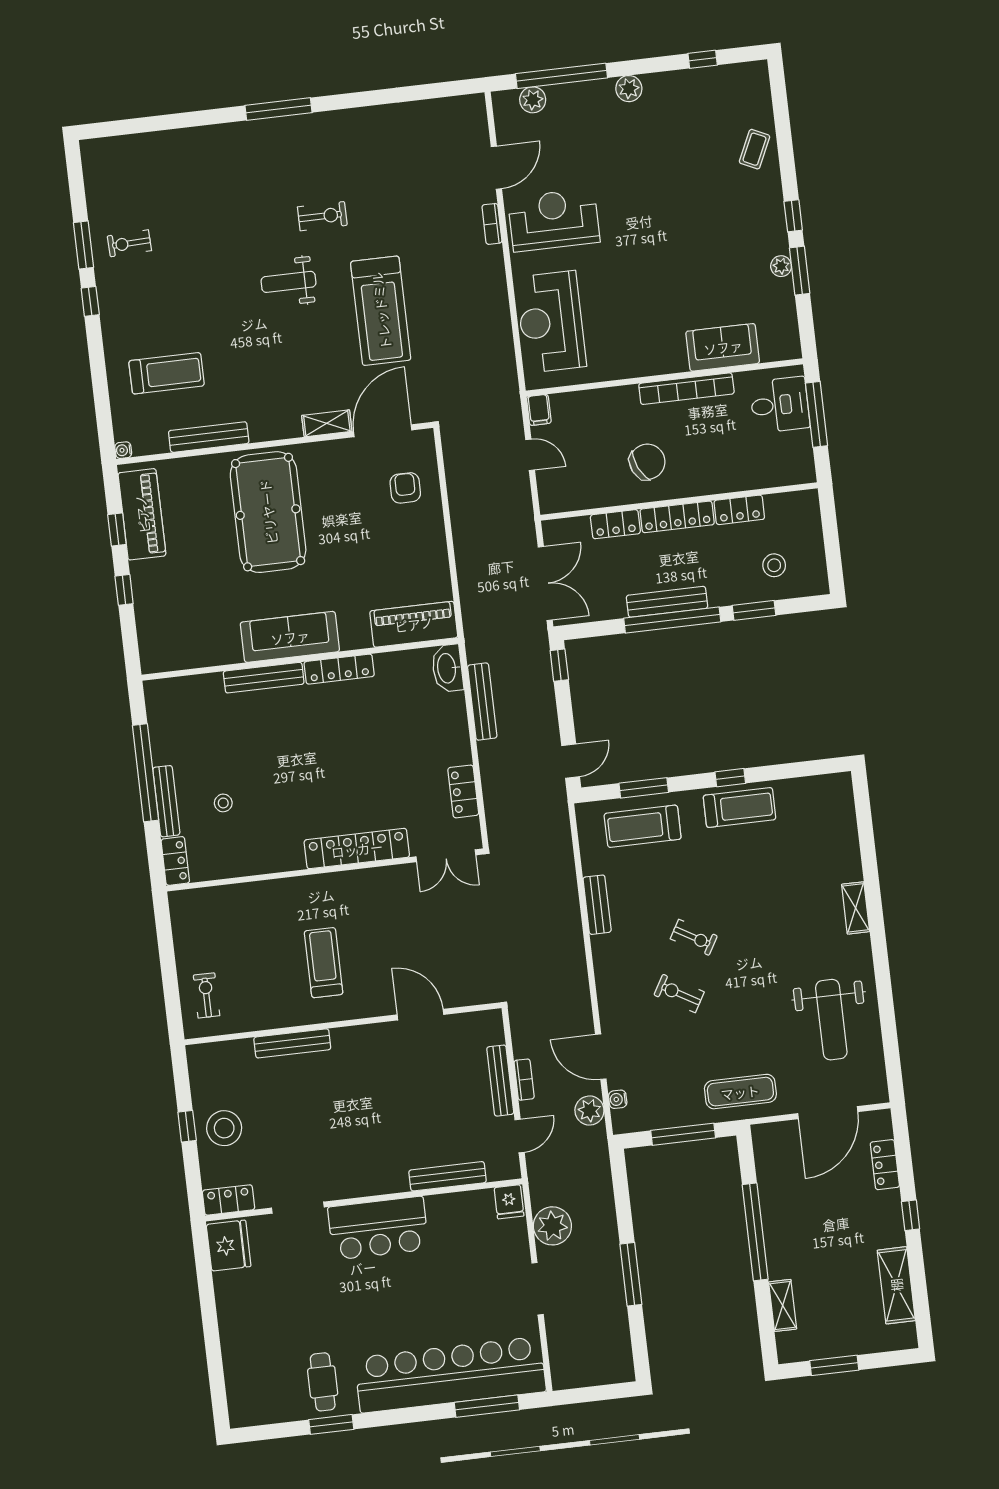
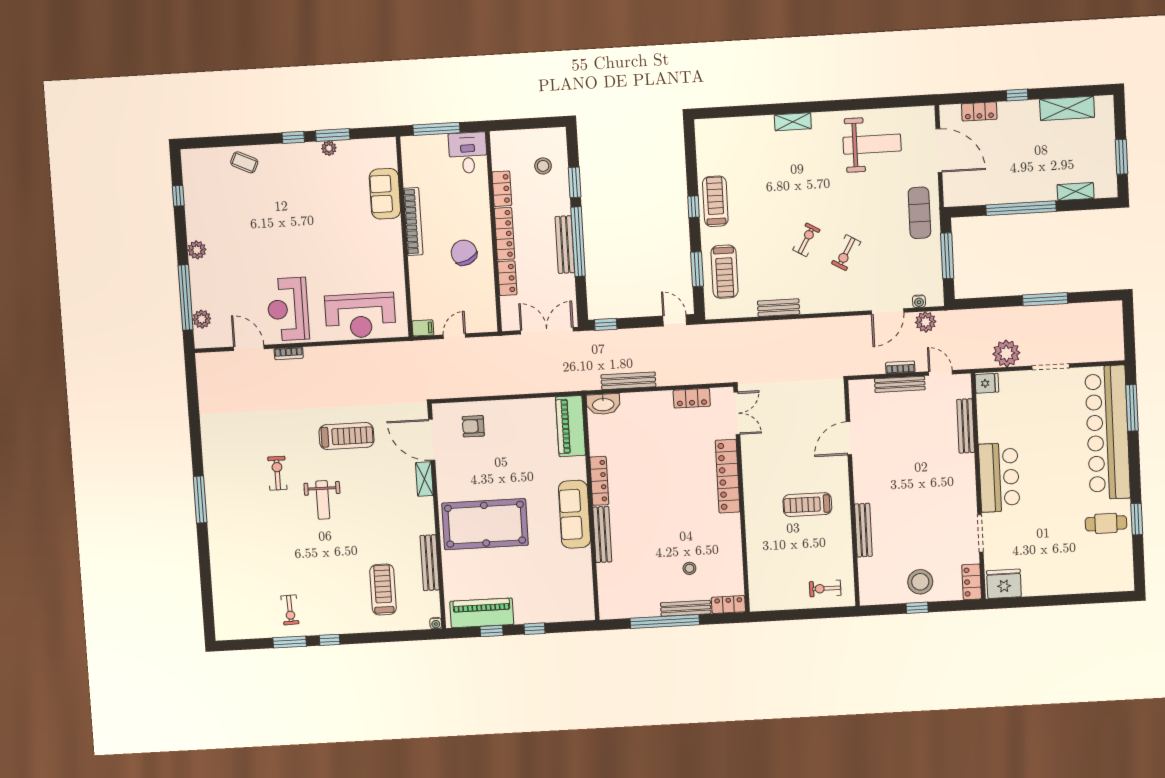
treadmill: (381, 311) -> (346, 436), width x0.73, depth x0.73
desk: (780, 405) -> (468, 153), moved

